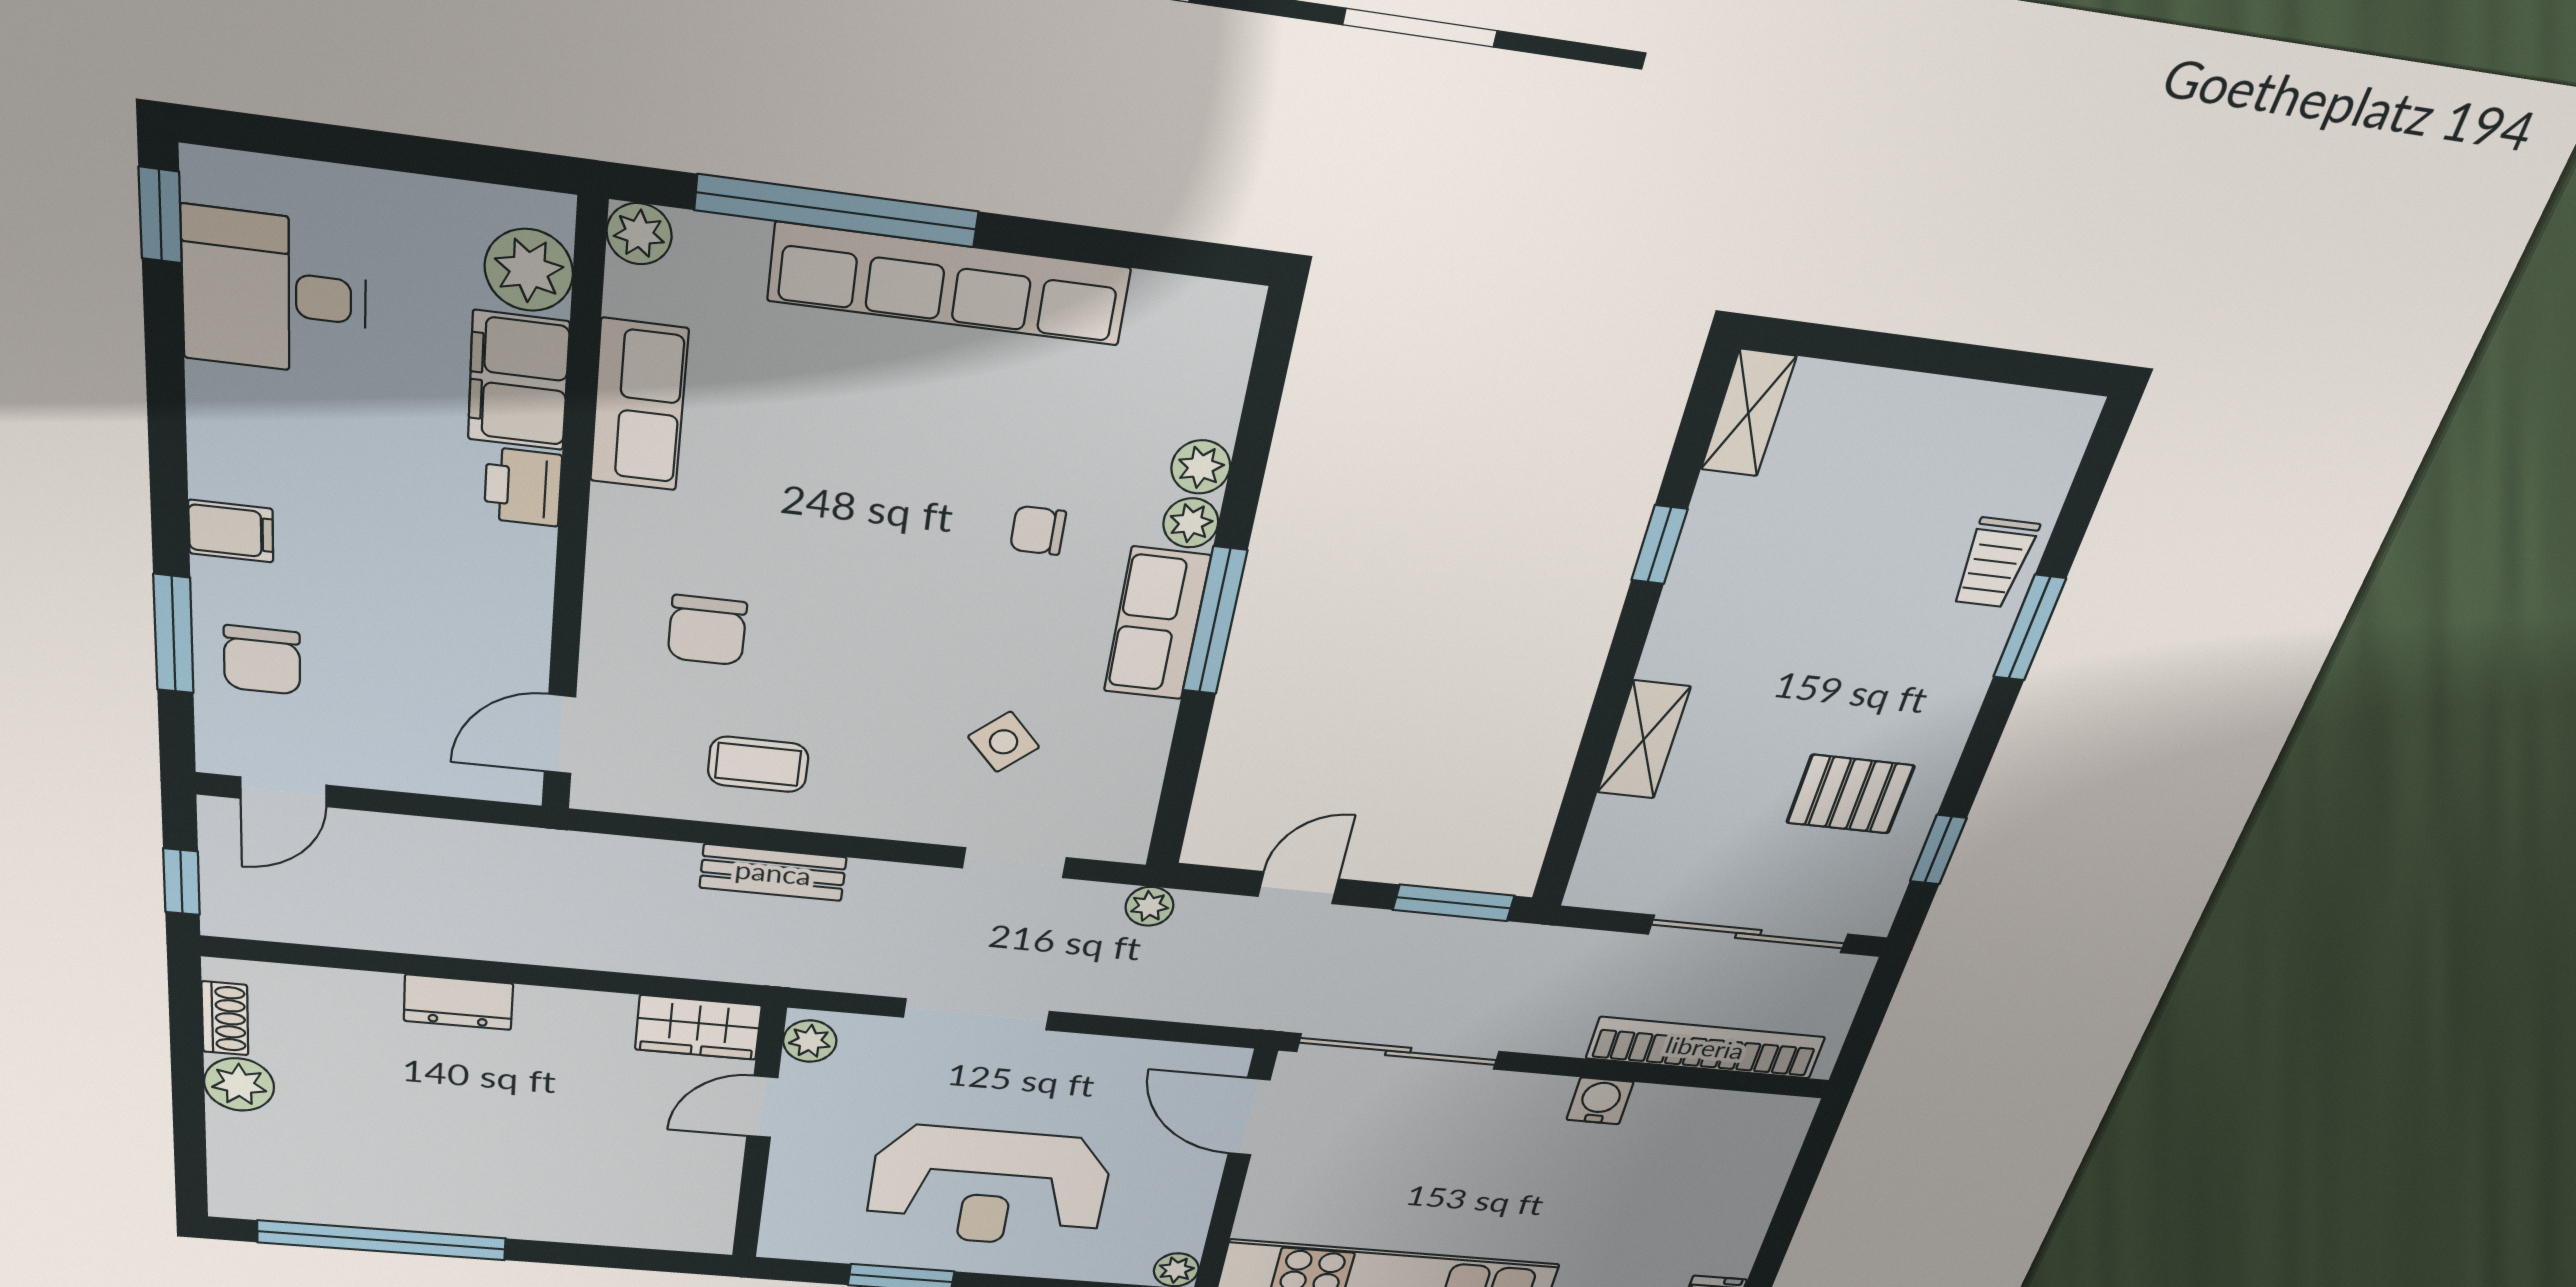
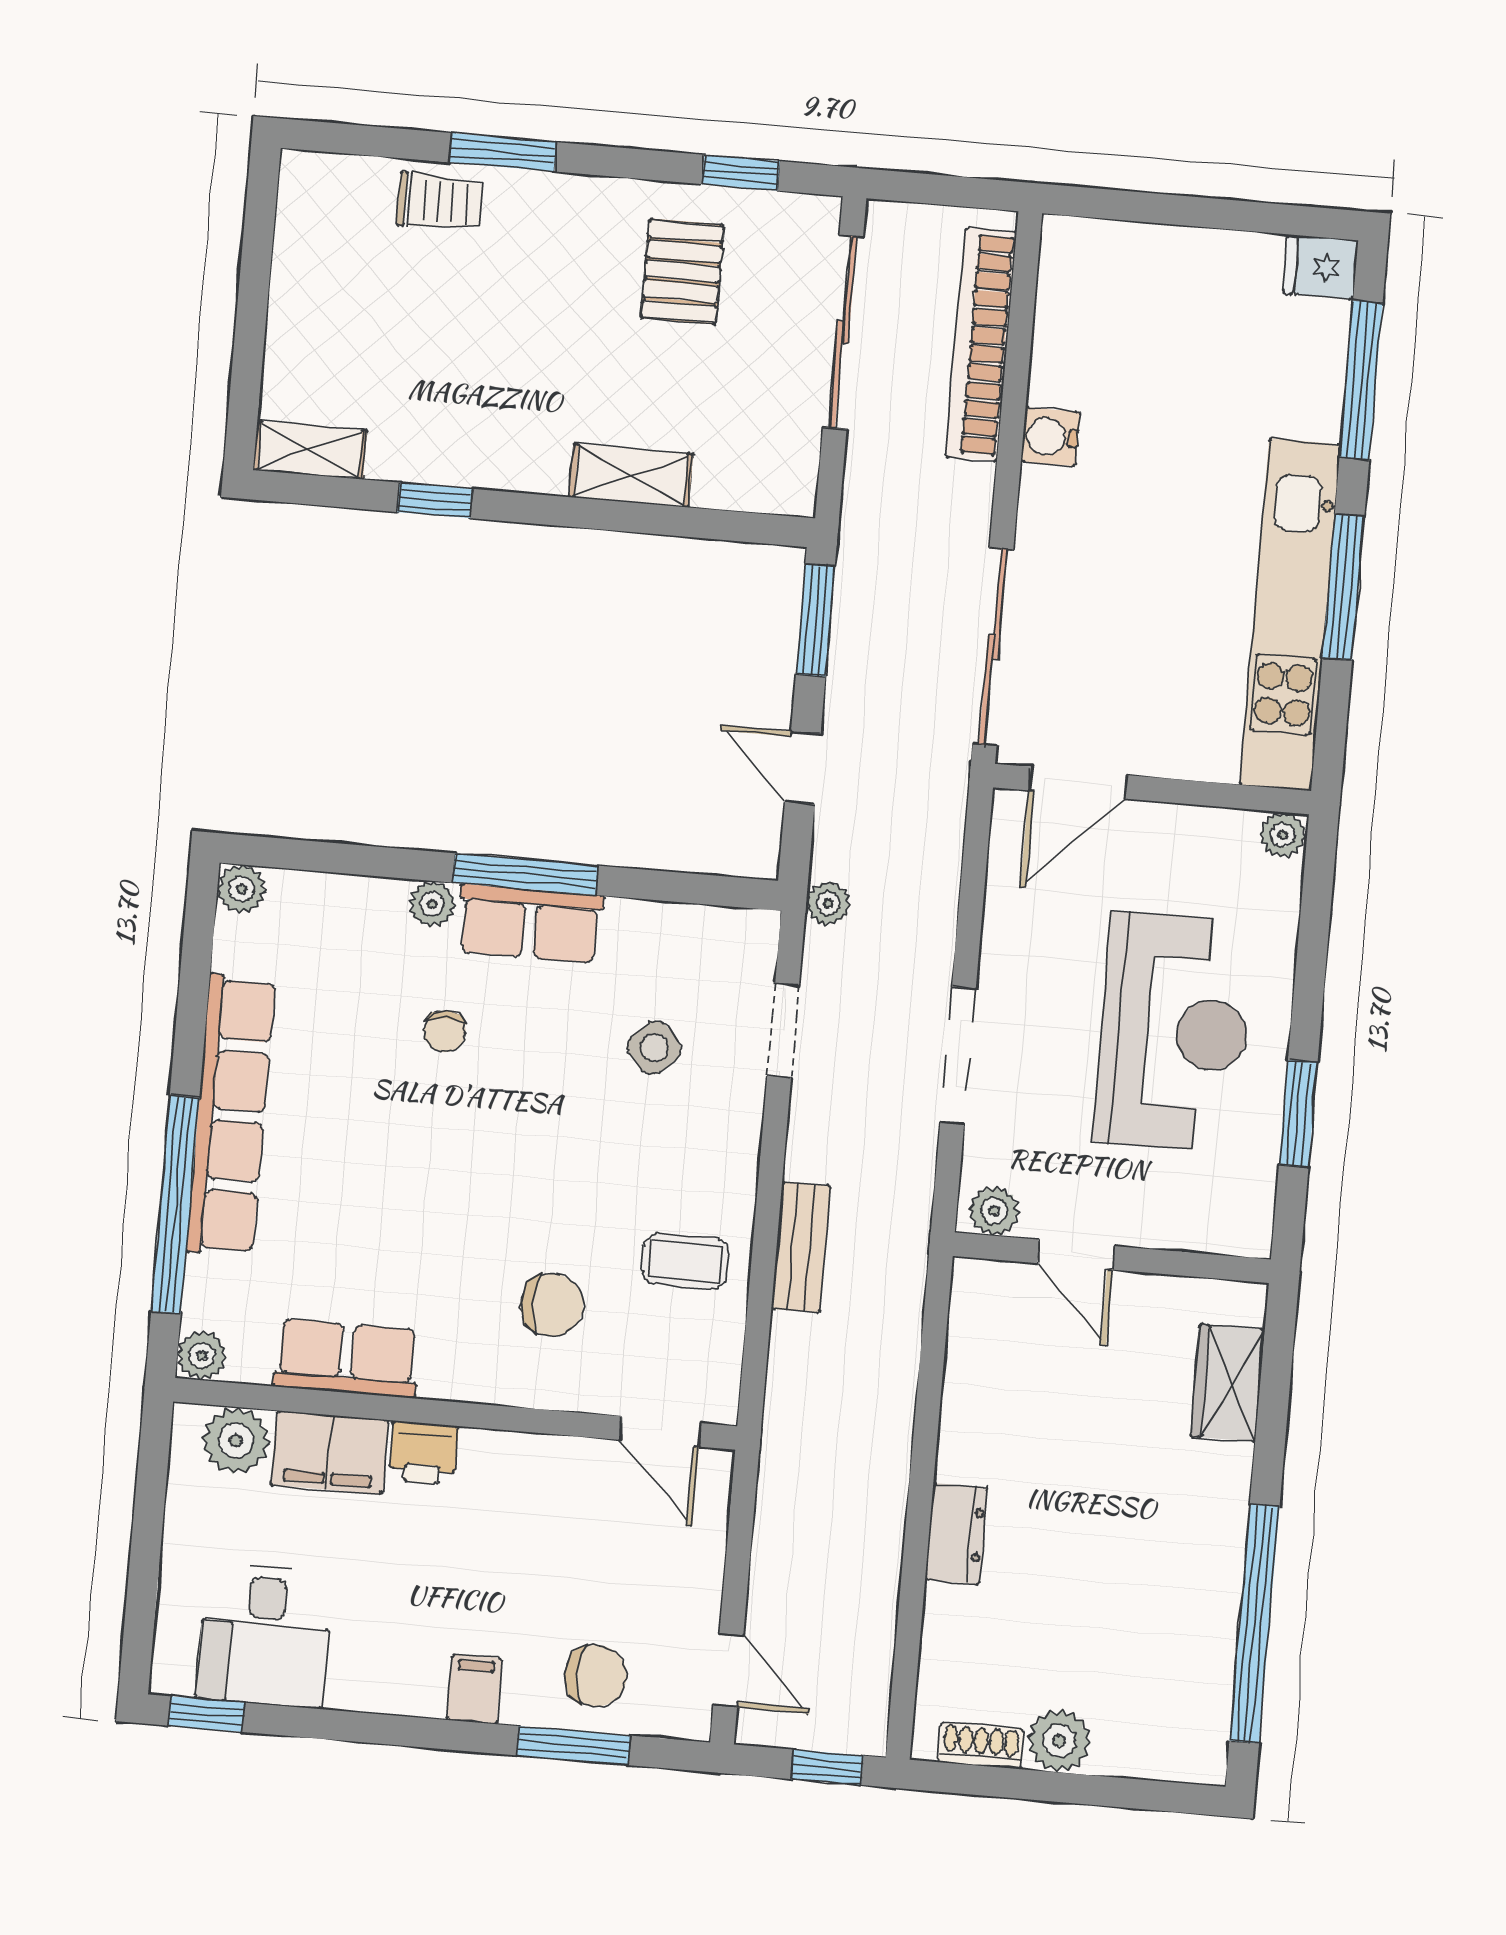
plant: (1201, 467) -> (241, 889), moved
coffee table: (758, 764) -> (685, 1261), turned 90
wardrobe: (698, 1027) -> (1228, 1383), moved, turned 180

